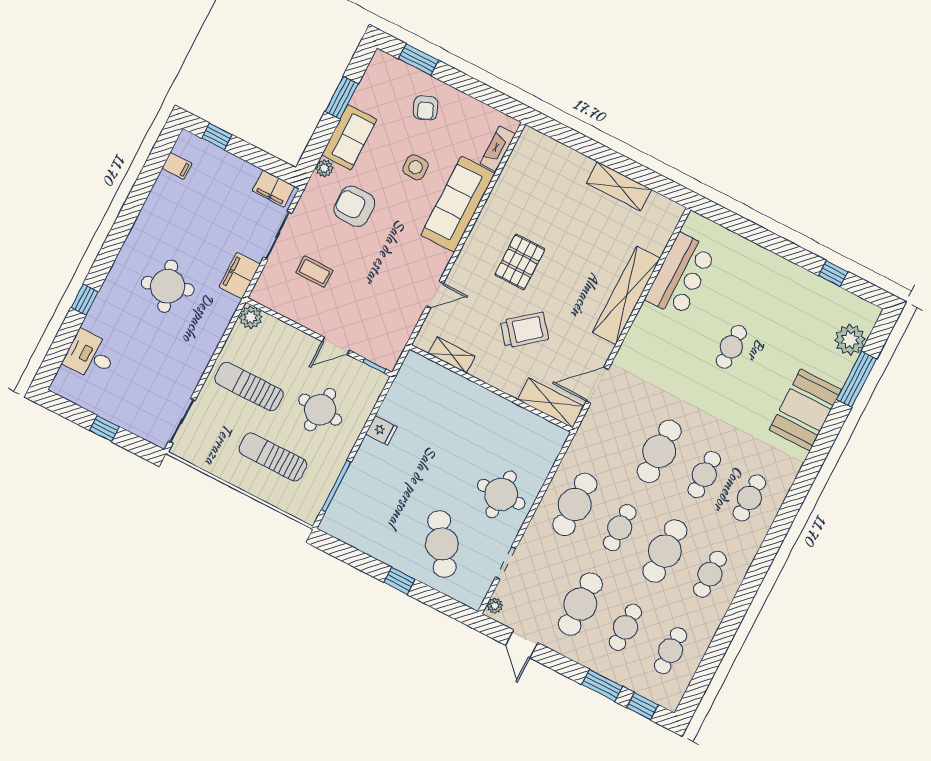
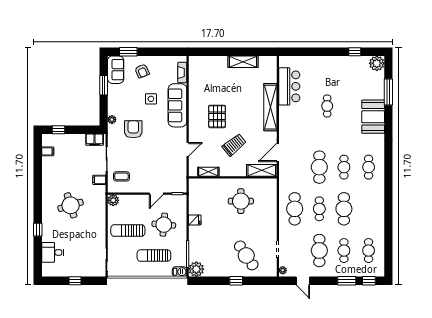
sofa: (349, 137) -> (116, 70), moved
armchair: (354, 206) -> (133, 129), turned 90
coffee table: (314, 272) -> (121, 176), moved
filing cabinet: (240, 275) -> (99, 180), width x0.50
plant: (850, 340) -> (377, 63), moved
round table: (501, 494) -> (241, 201), moved
barbecue: (305, 511) -> (180, 272), added
plant: (338, 522) -> (196, 269), added
cafe table: (710, 574) -> (369, 209), removed

